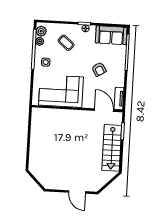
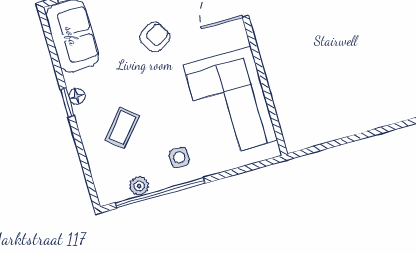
plant: (41, 31) -> (116, 190), removed

